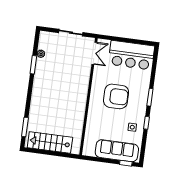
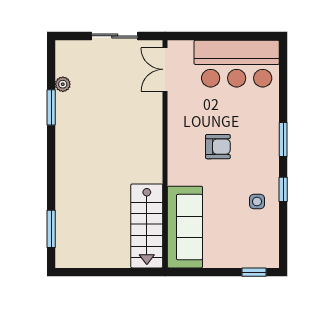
double door: (94, 53) -> (165, 69), swing flipped
armchair: (116, 96) -> (218, 147), width x0.53, depth x0.53
stairs: (50, 143) -> (147, 226), moved, turned -90
sofa: (117, 151) -> (185, 227), moved, turned 90

